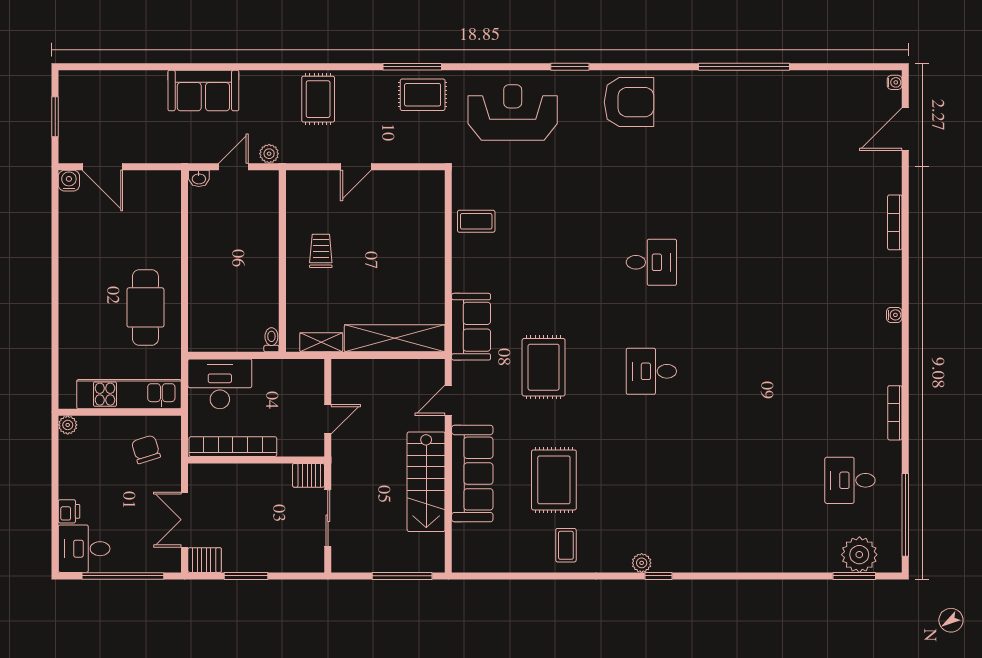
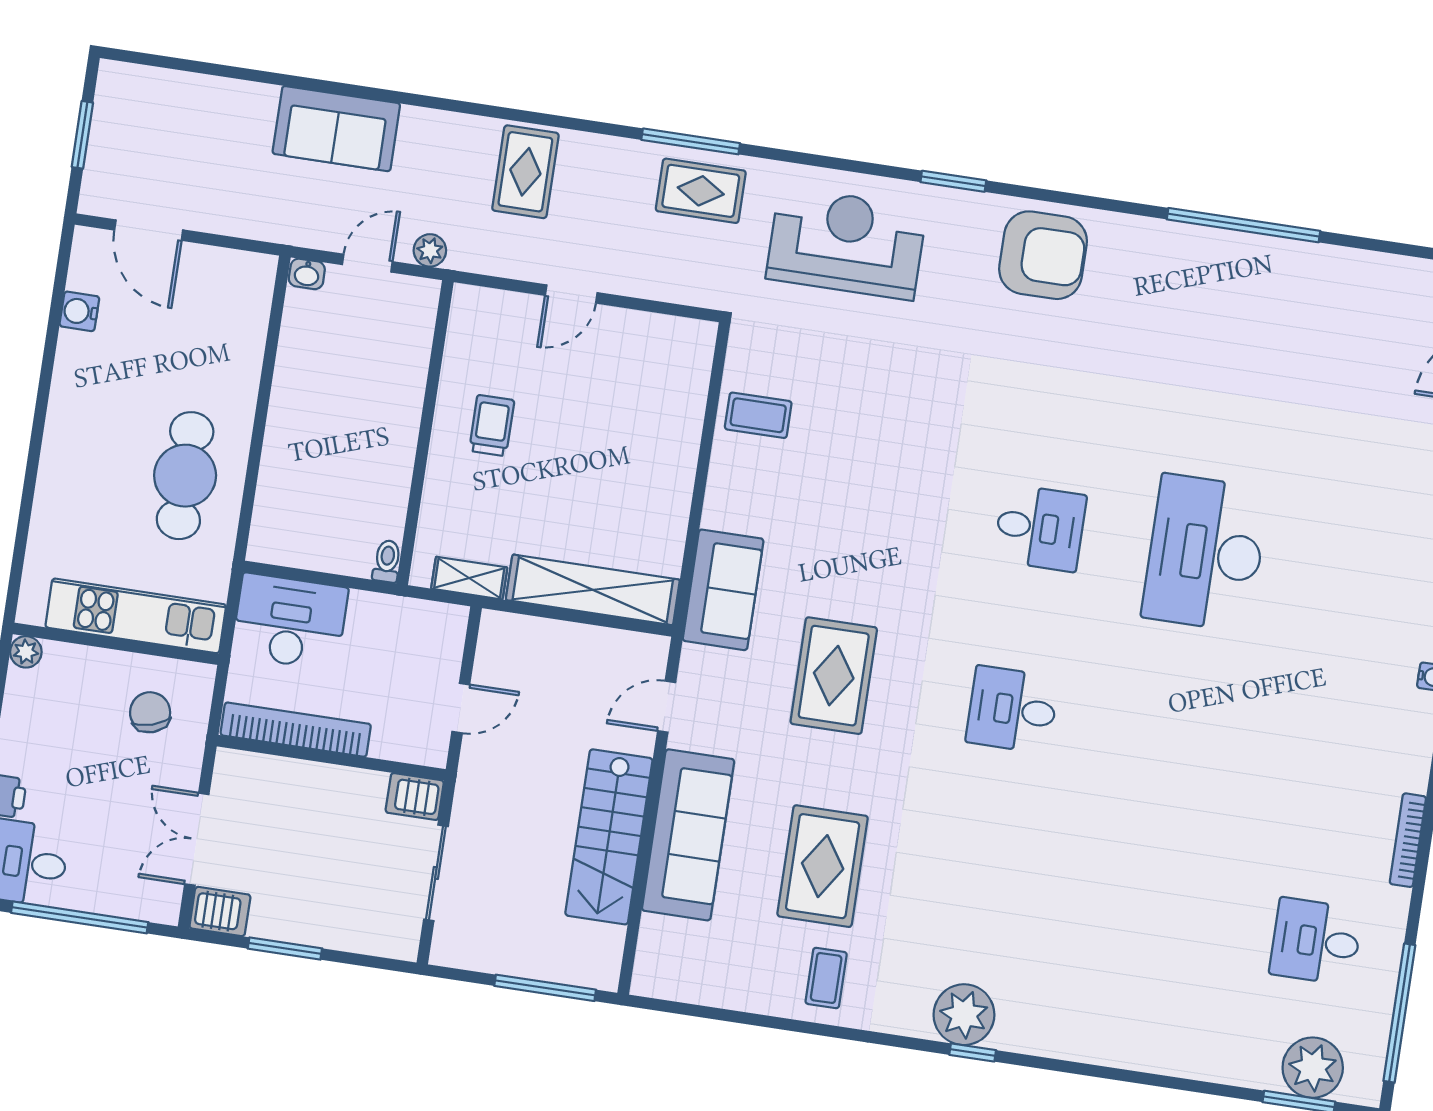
water cooler: (69, 181) -> (79, 311), moved, turned -90
desk: (751, 262) -> (1205, 553), added
plant: (642, 563) -> (964, 1015), width x1.87, depth x1.87

